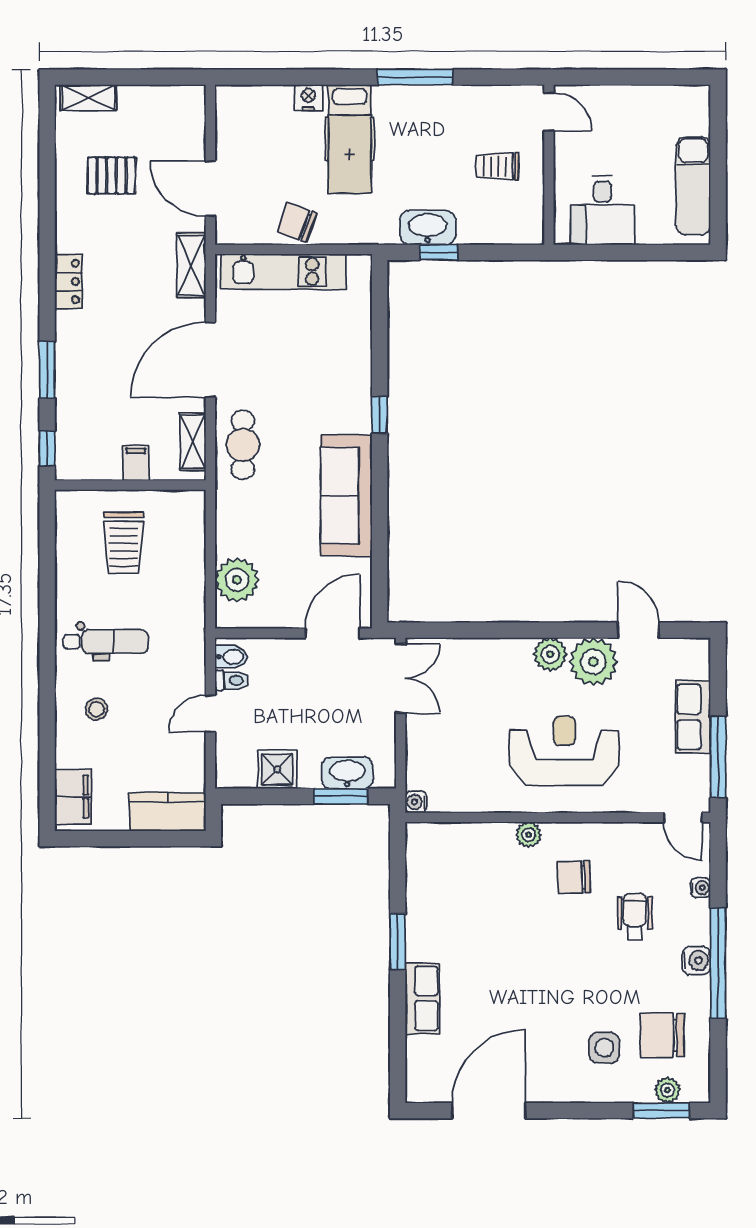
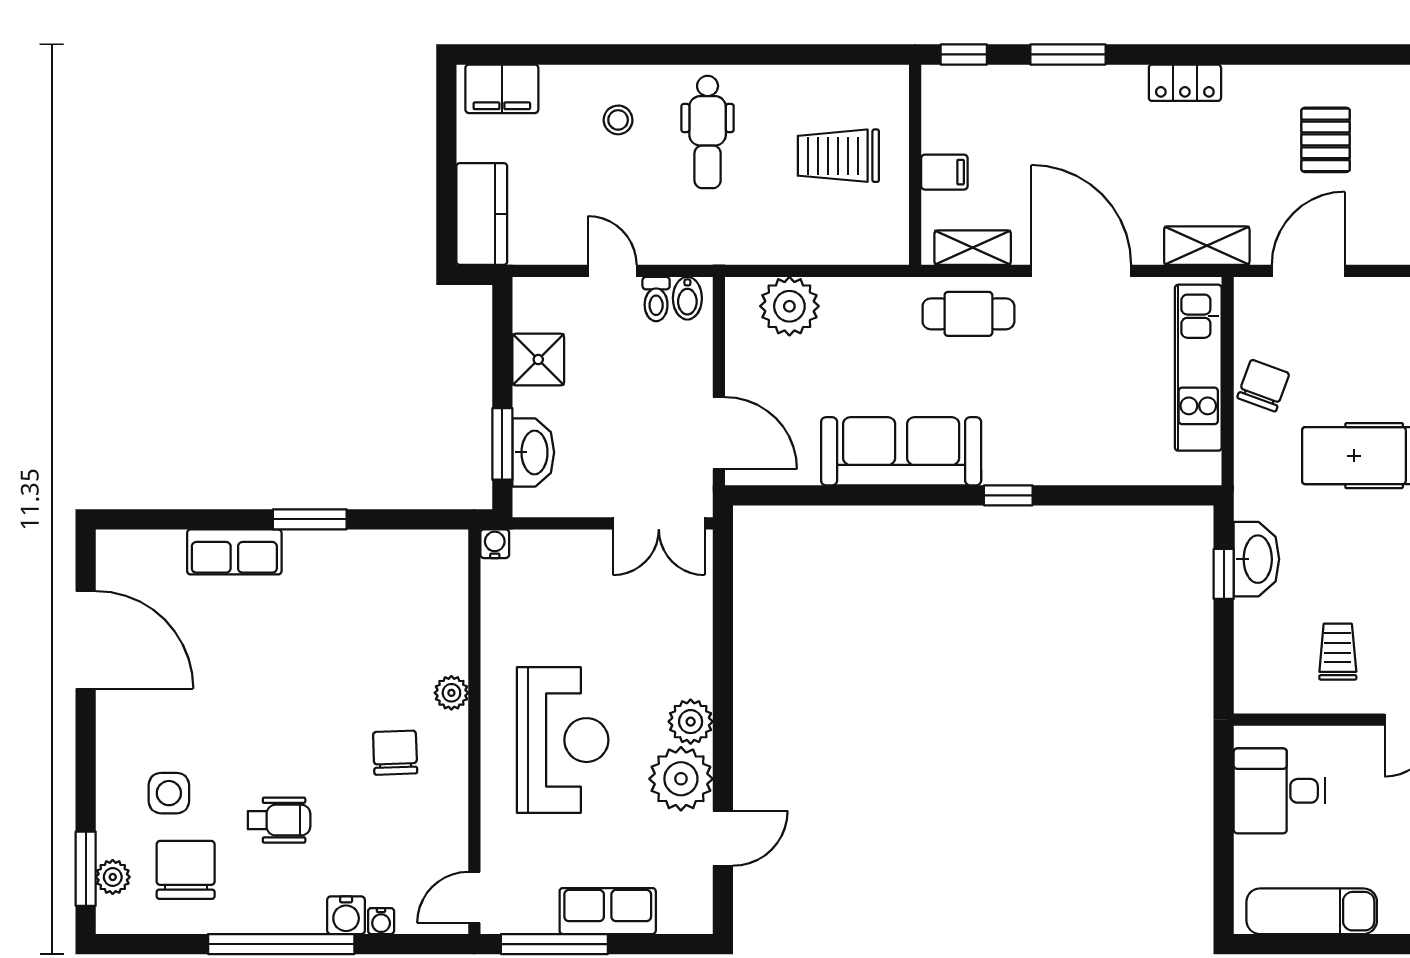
wheelchair: (635, 917) -> (279, 820), moved
water cooler: (696, 961) -> (346, 915), moved

